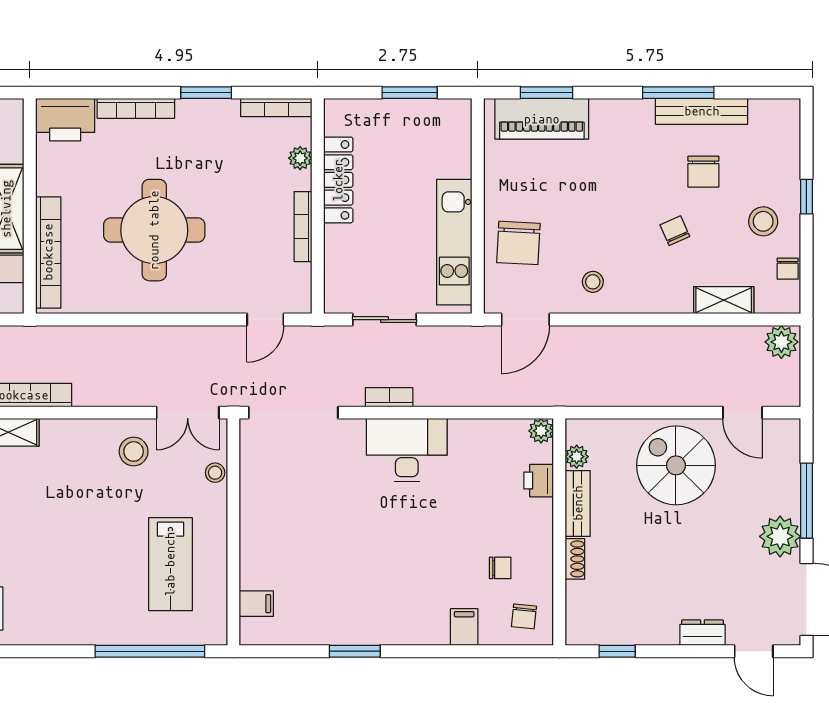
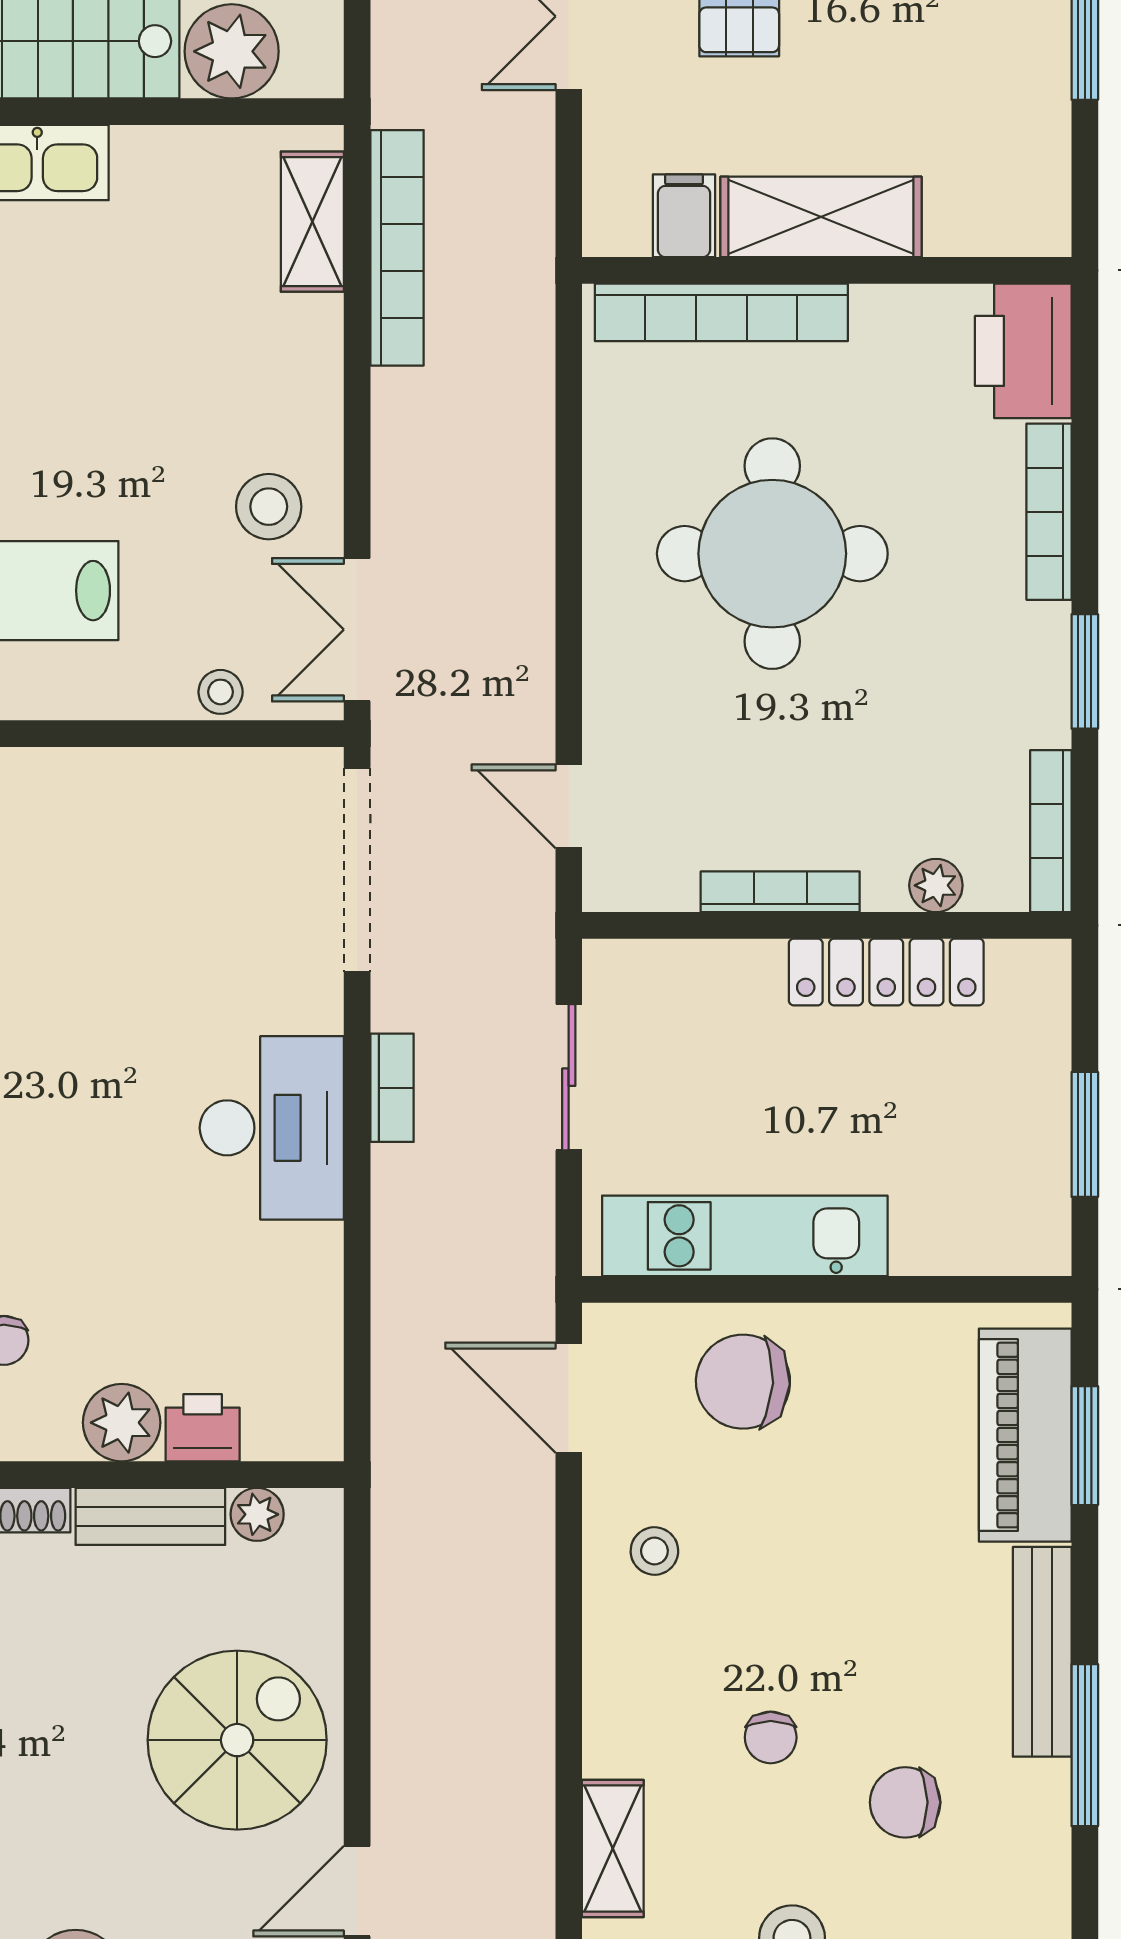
bench: (702, 111) -> (1042, 1652), moved
chair: (675, 231) -> (771, 1737), turned 114
plant: (541, 431) -> (122, 1423), moved, width x1.38, depth x1.38

